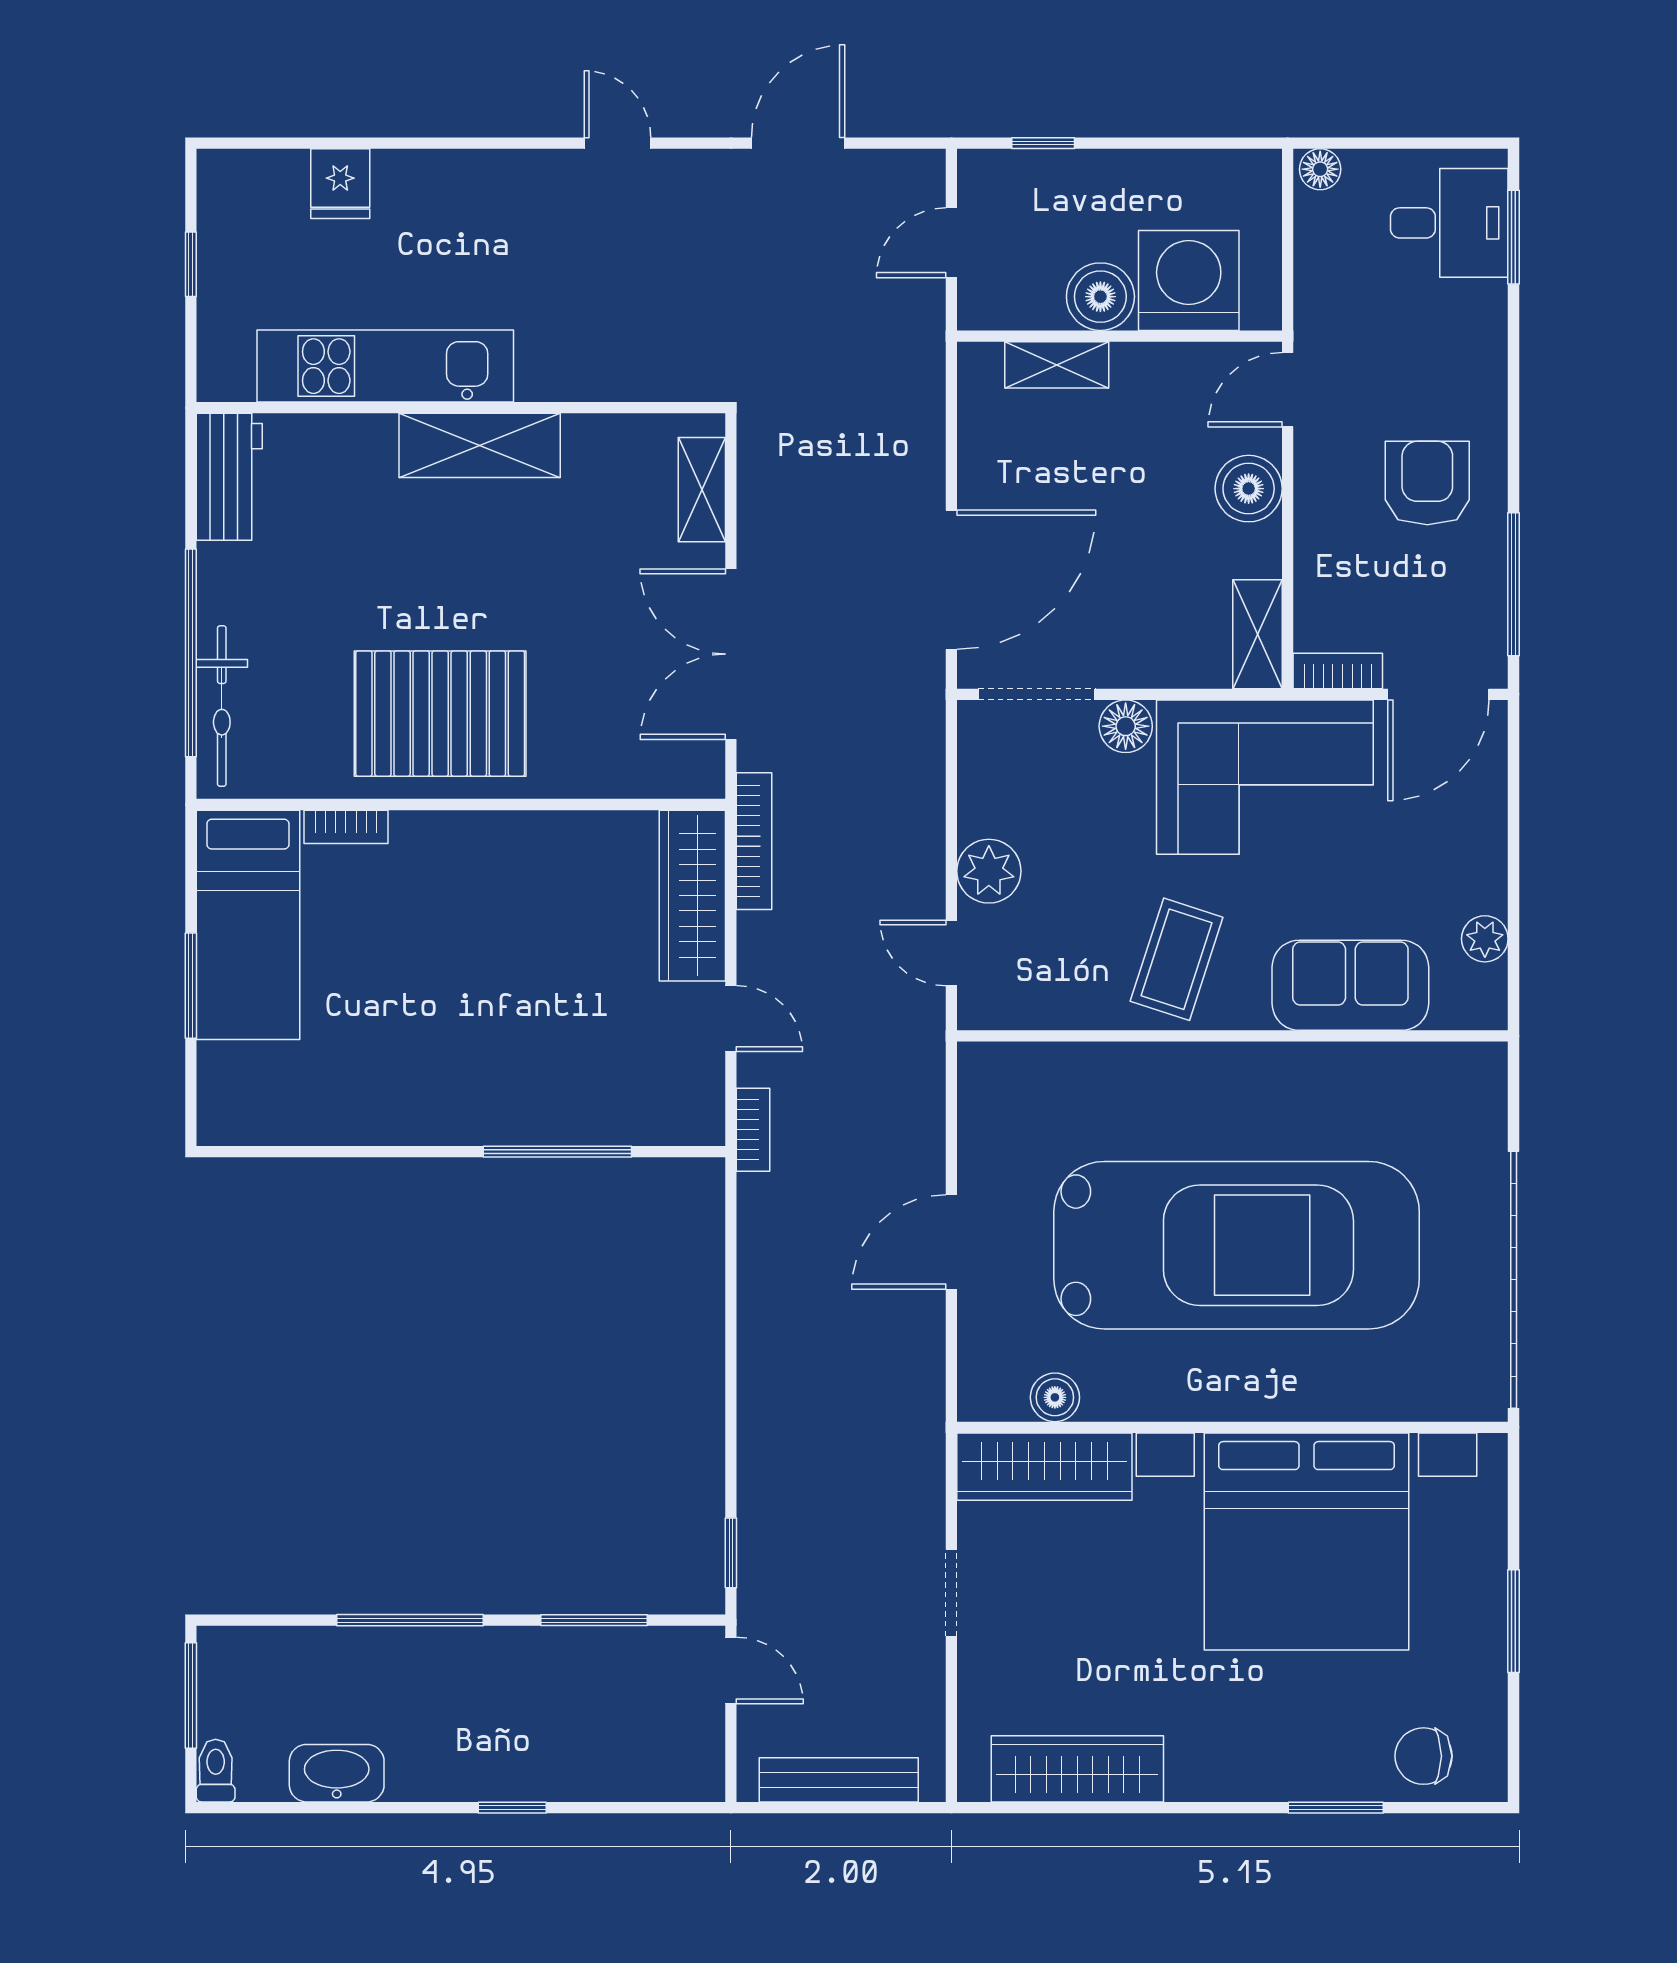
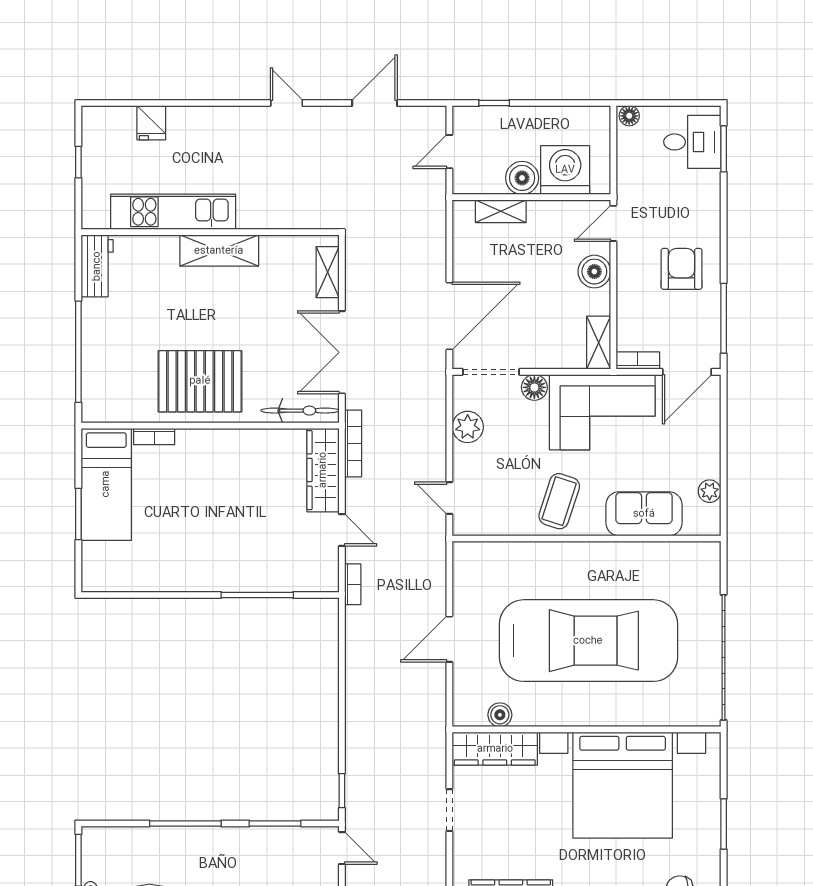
bicycle: (222, 706) -> (300, 411), moved, turned -90
plant: (989, 871) -> (468, 427), moved

